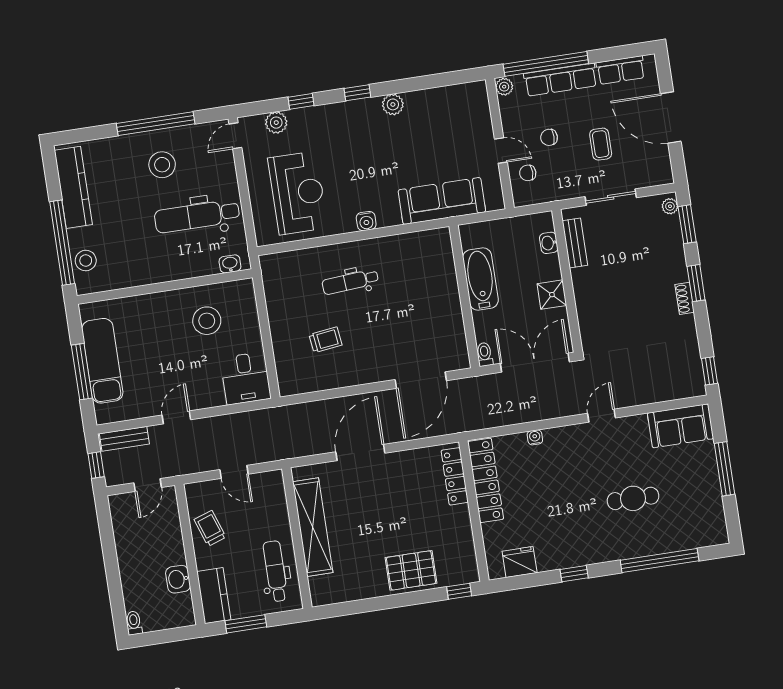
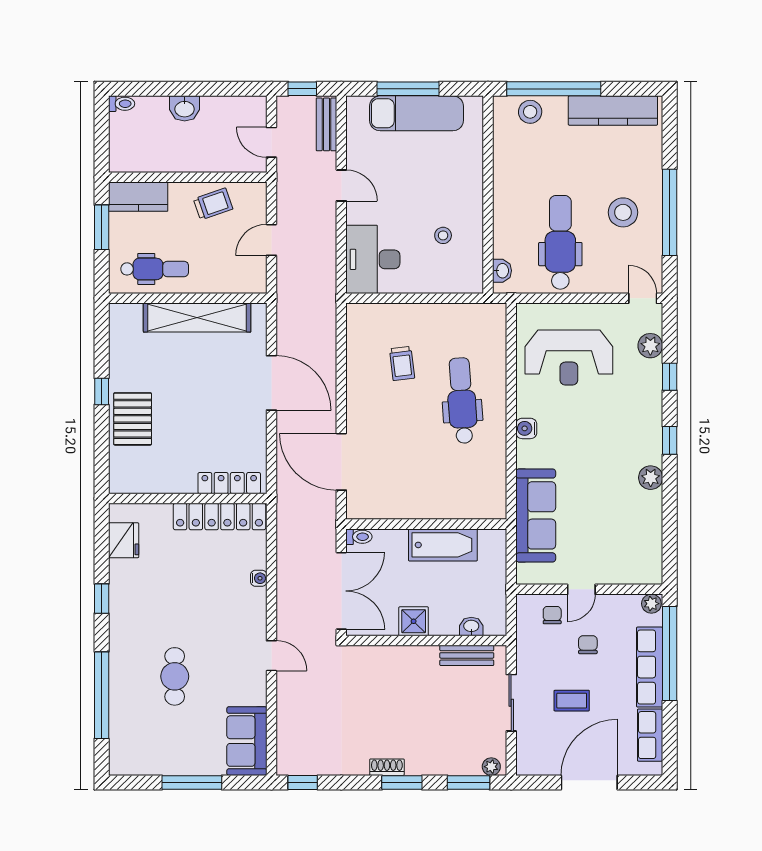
dental chair: (350, 282) -> (462, 401), width x1.36, depth x1.38
stool: (207, 321) -> (443, 235), width x0.53, depth x0.53
desk: (246, 378) -> (373, 259), width x1.37
washbasin: (178, 579) -> (185, 108), moved, turned 180
window: (459, 591) -> (102, 391), moved

